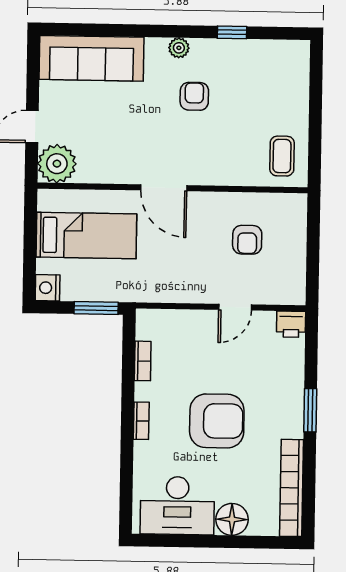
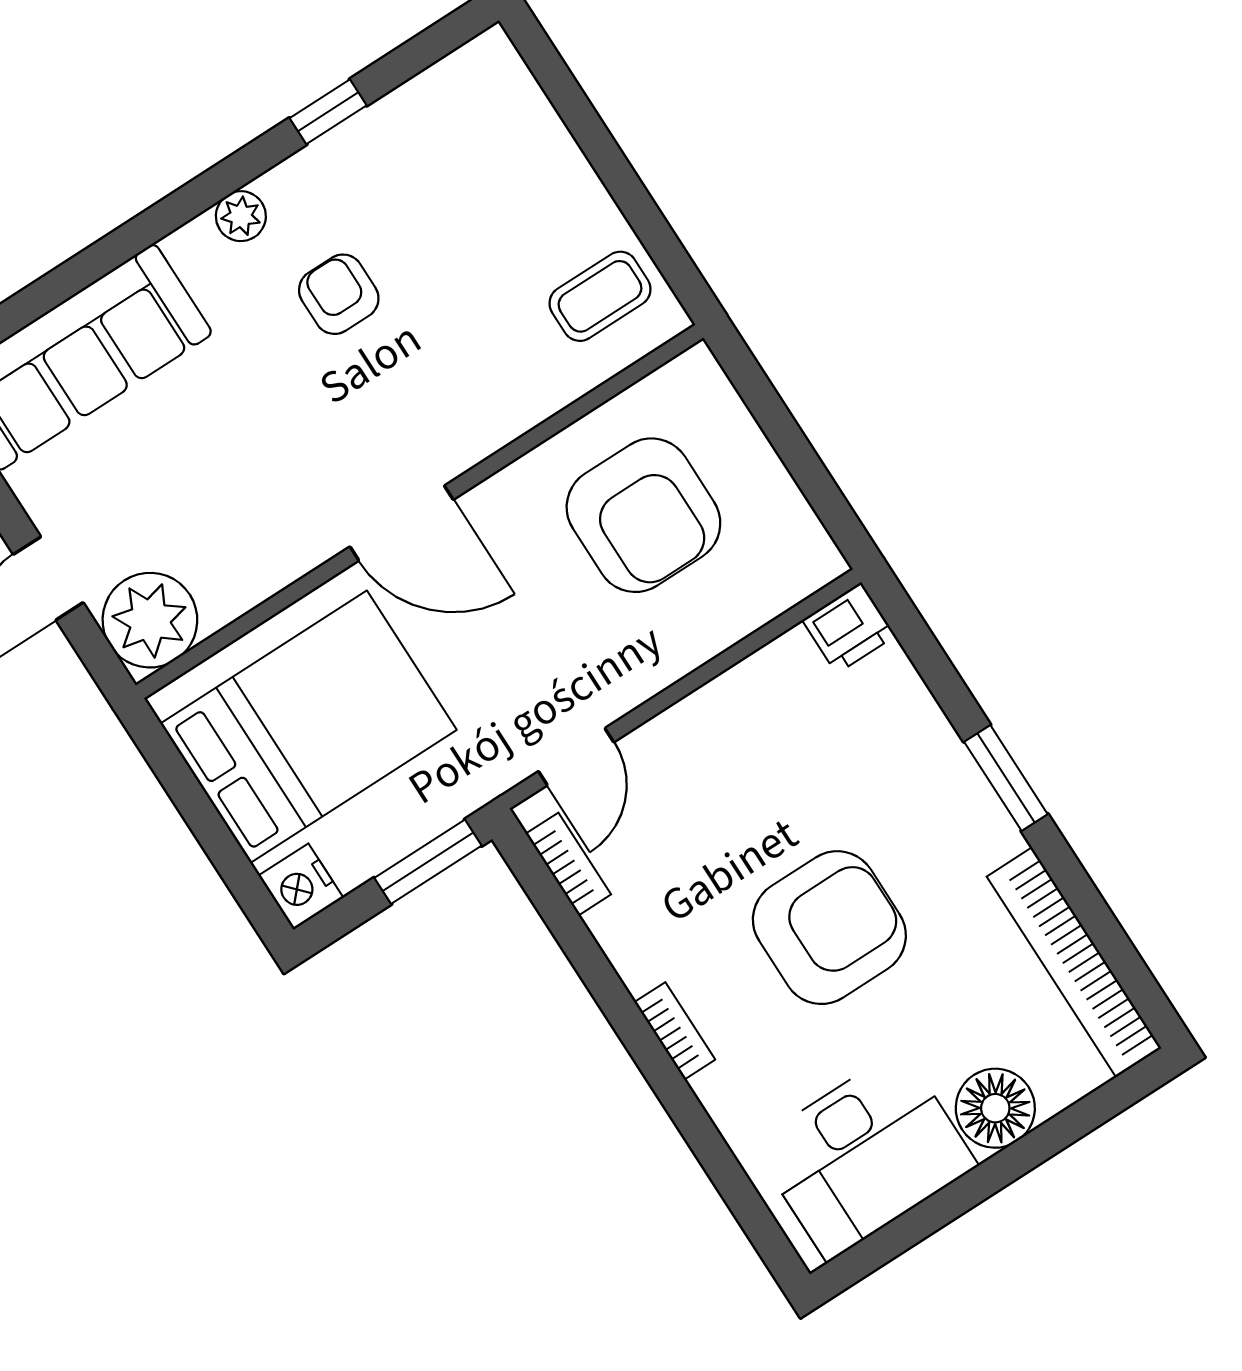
coffee table: (282, 156) -> (600, 296), turned 90
bed: (86, 235) -> (309, 727), width x1.50
armchair: (247, 240) -> (643, 515), width x1.88, depth x1.88
door: (235, 307) -> (576, 757), moved
bookcase: (143, 361) -> (568, 864), moved

